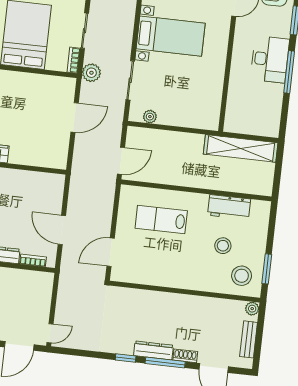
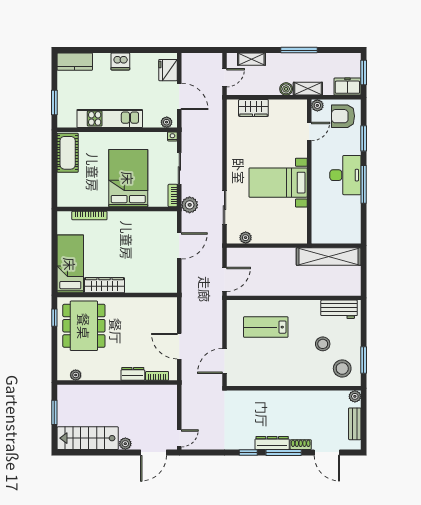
bed with nightstands: (171, 36) -> (278, 183), moved, turned 180
workbench: (229, 207) -> (339, 309), moved

